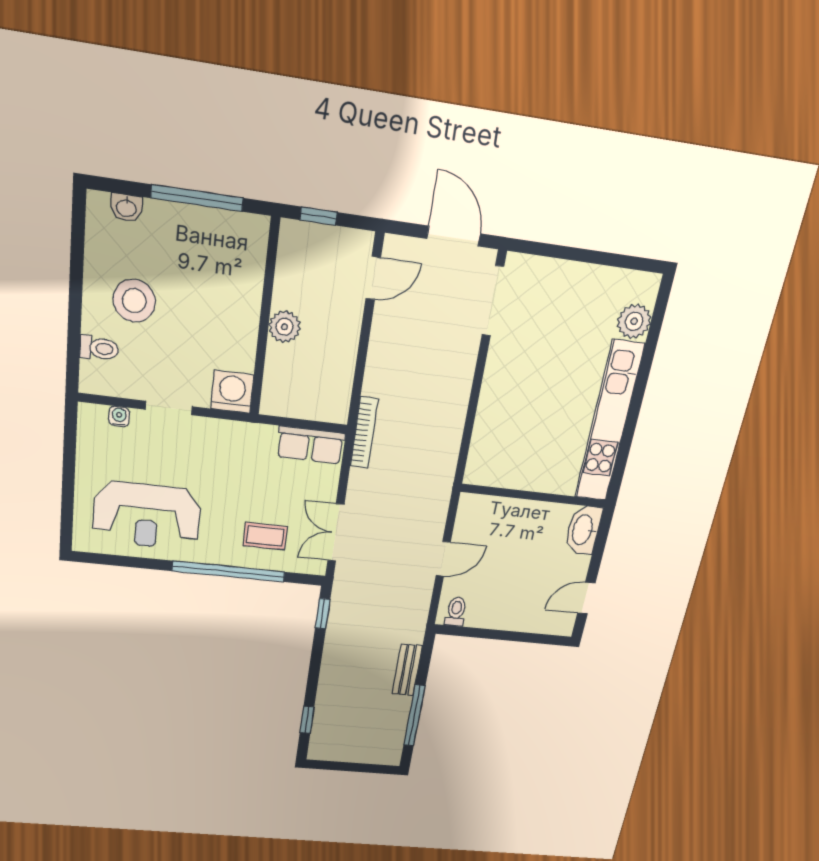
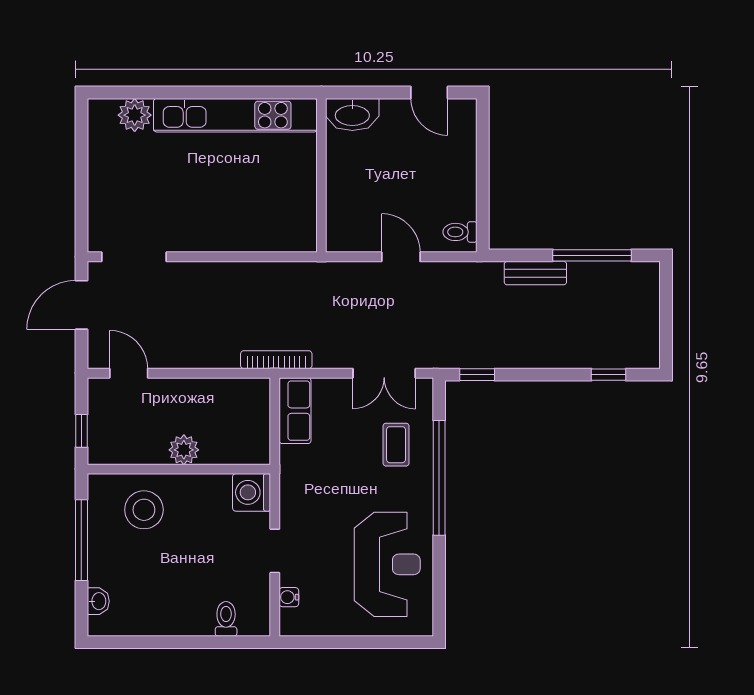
stool: (134, 301) -> (144, 510), moved

